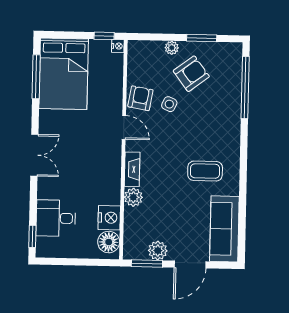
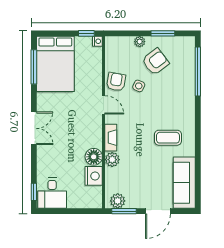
desk: (56, 218) -> (52, 193), moved, turned -90
floor lamp: (109, 242) -> (94, 157), moved
plant: (158, 251) -> (118, 201), moved

